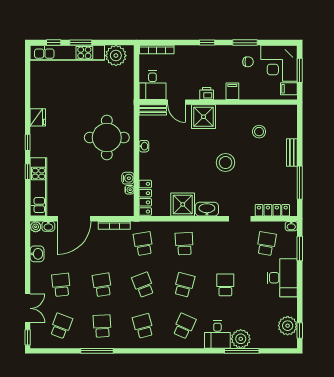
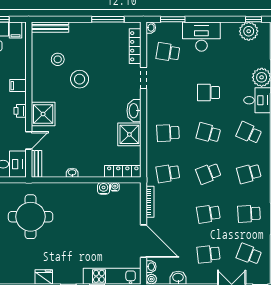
round table: (107, 138) -> (31, 217), moved
bench: (292, 152) -> (50, 27), moved, width x1.36
stool: (225, 163) -> (80, 79), moved

